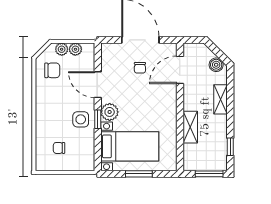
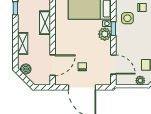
plant: (75, 49) -> (130, 81), removed
door: (98, 85) -> (113, 65), moved
side table: (81, 119) -> (127, 18), moved

